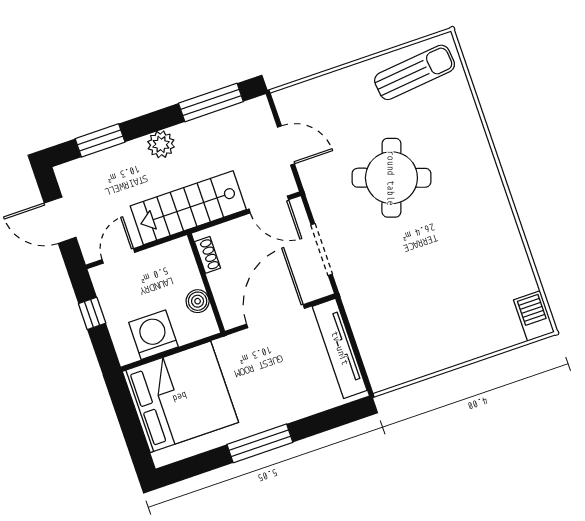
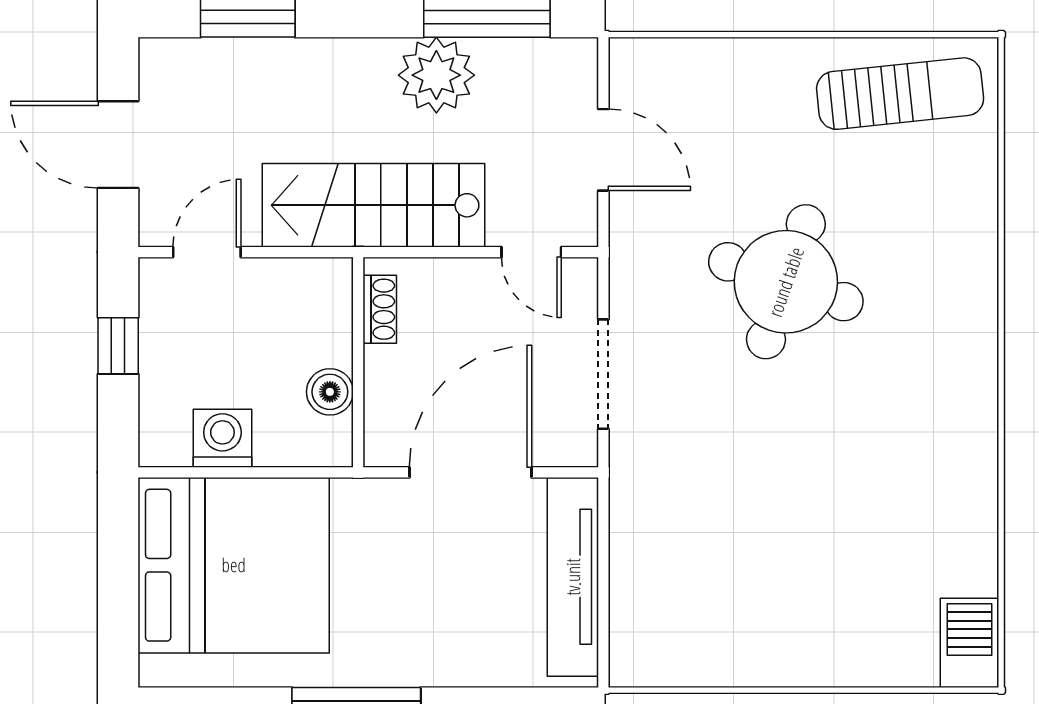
plant: (161, 144) -> (436, 75), moved, width x1.36, depth x1.36
door: (269, 204) -> (531, 252), width x0.73
washing machine: (153, 335) -> (222, 438), width x0.73, depth x0.73

